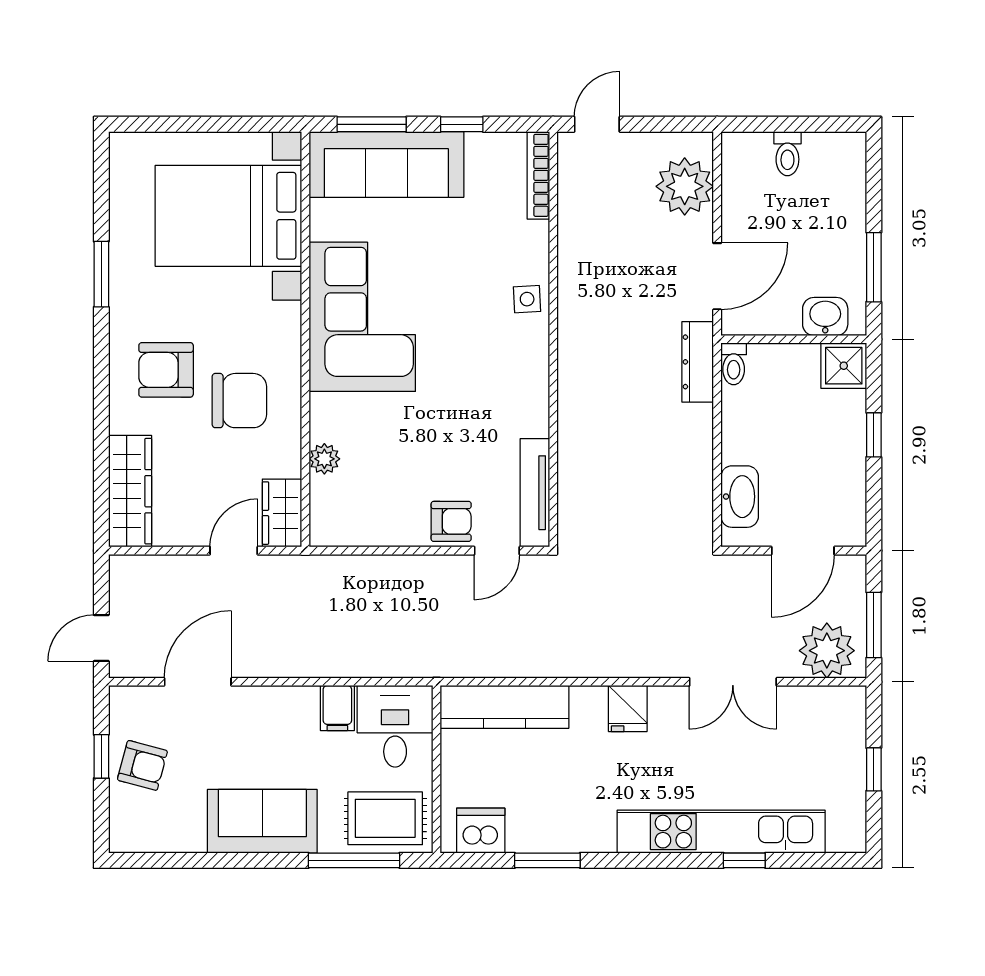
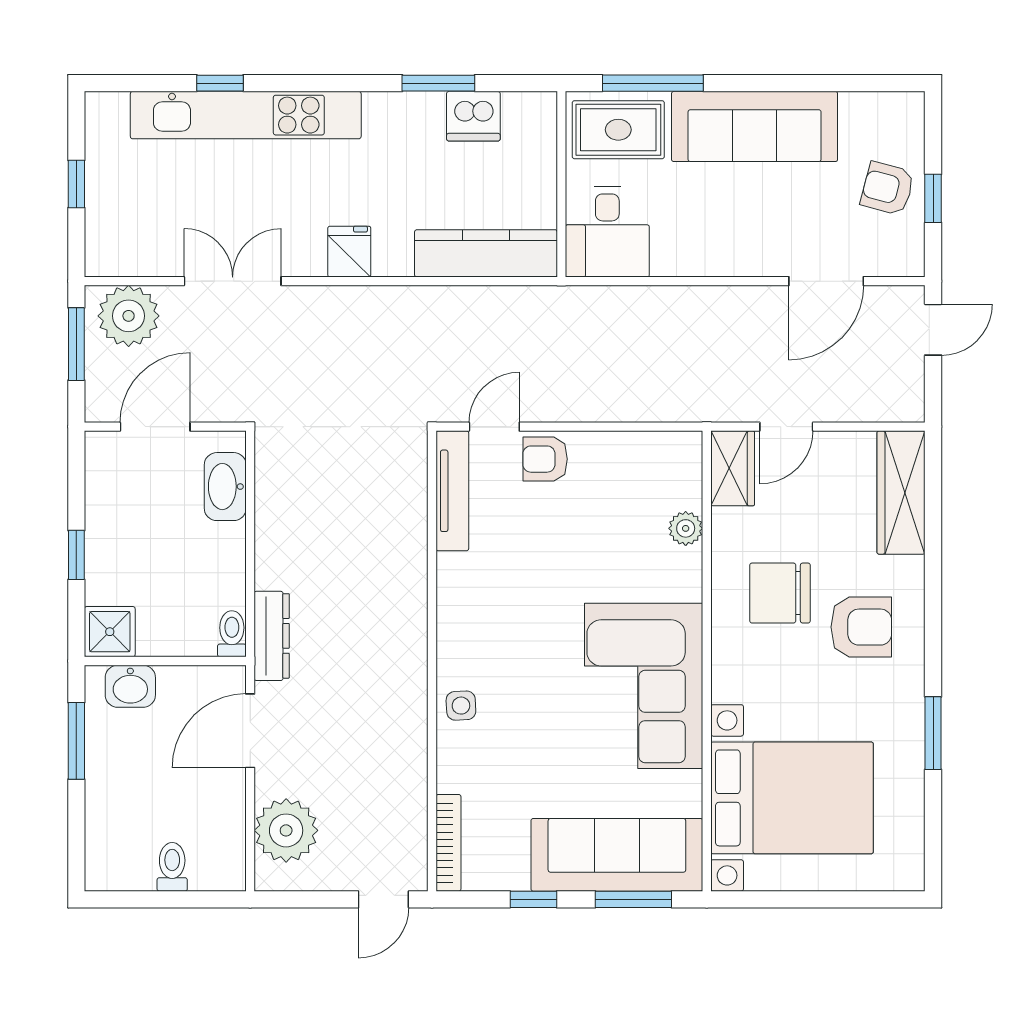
filing cabinet: (337, 708) -> (671, 252), removed
sofa: (262, 821) -> (755, 126), width x1.36
dishwasher: (481, 831) -> (473, 116), moved

